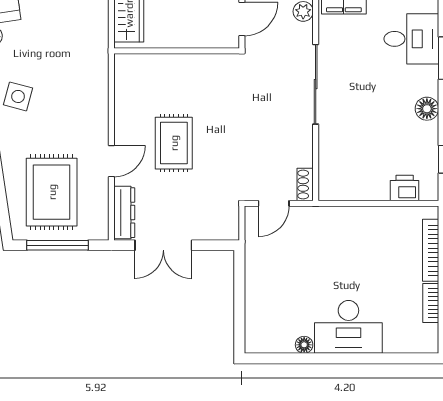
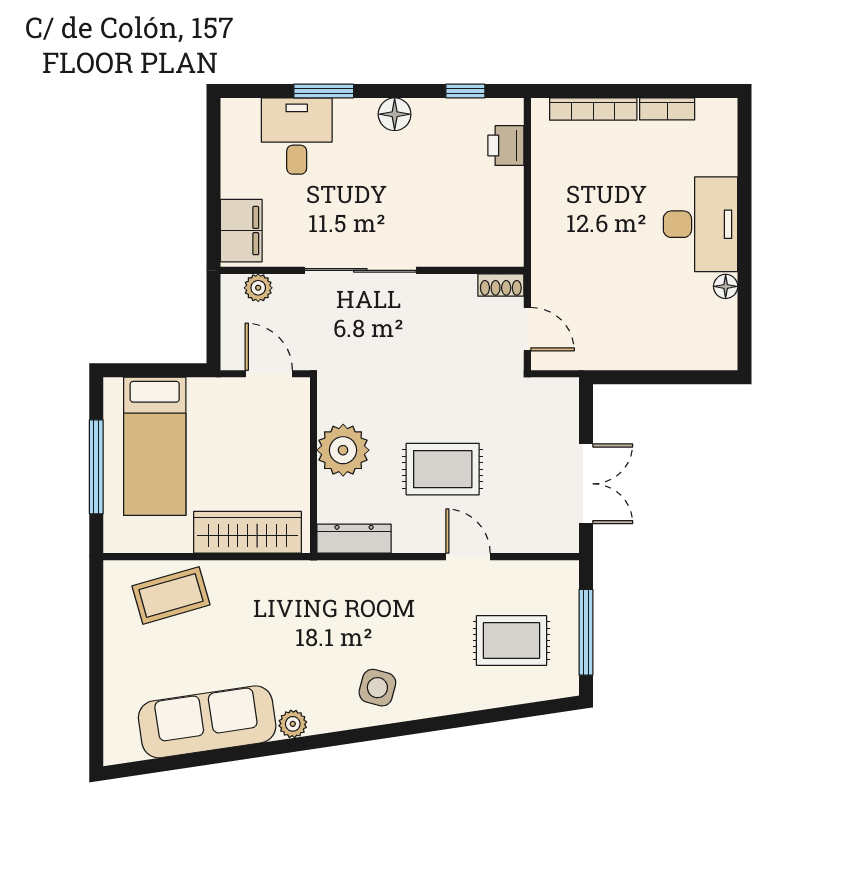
plant: (187, 72) -> (343, 450), added
rug: (52, 192) -> (512, 641), width x0.73, depth x0.70
dresser: (124, 213) -> (354, 539), moved

